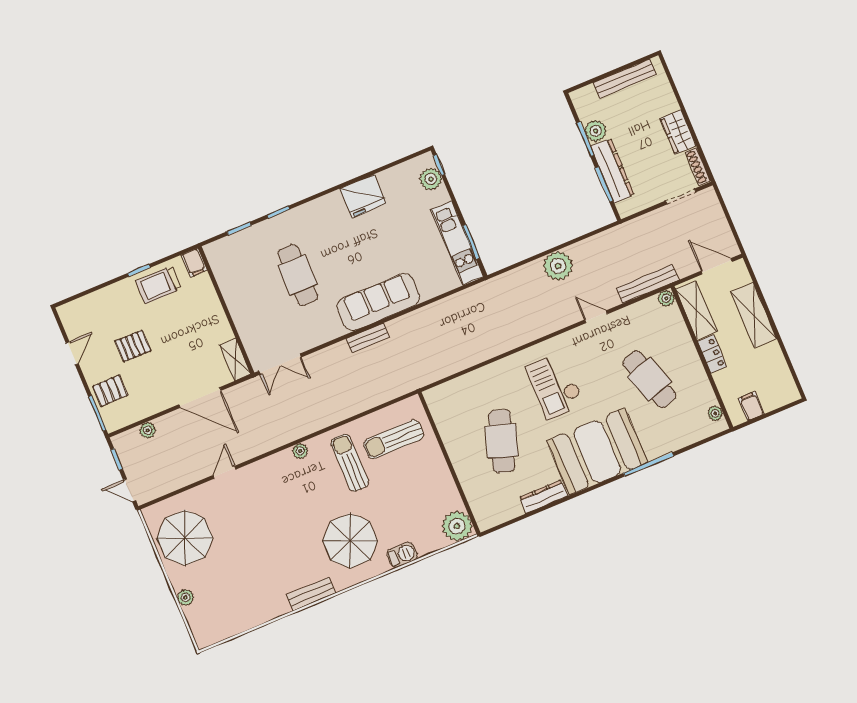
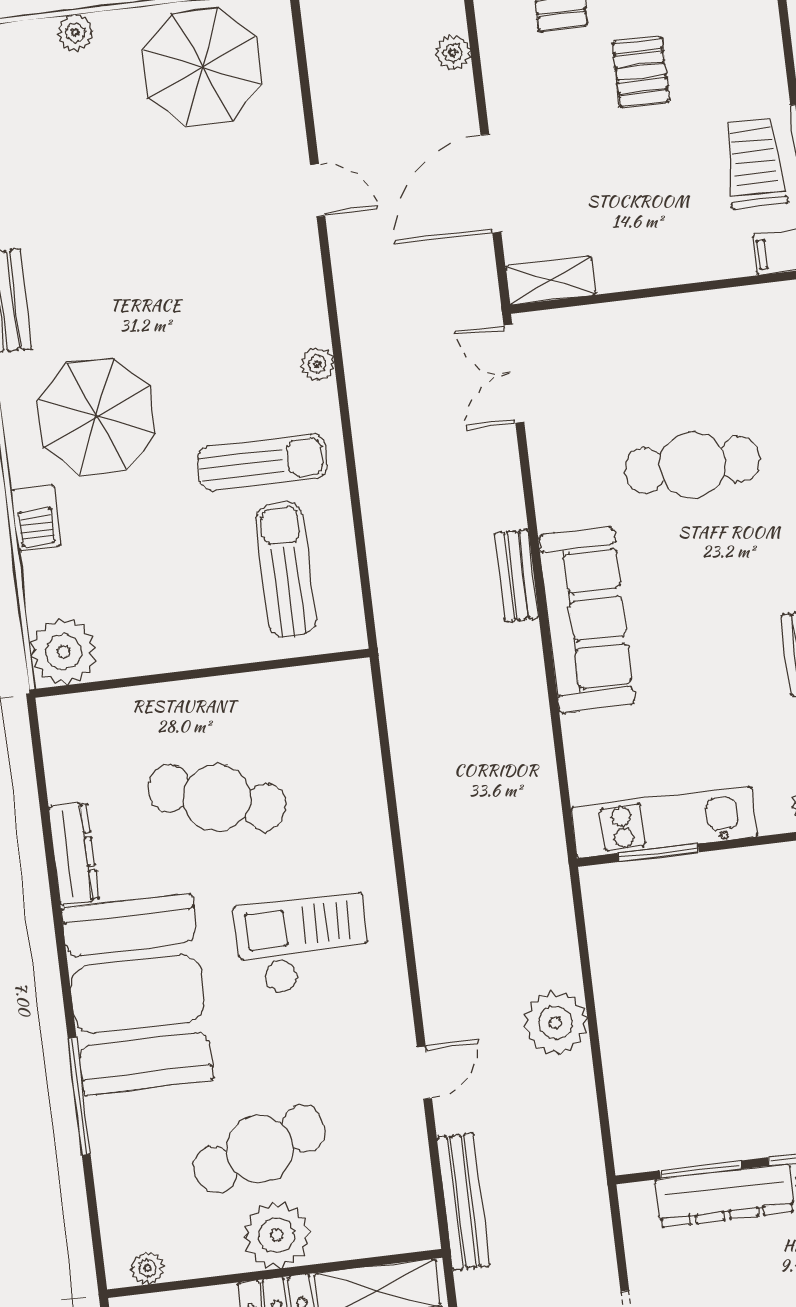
plant: (666, 298) -> (277, 1235), moved, width x1.87, depth x1.87

